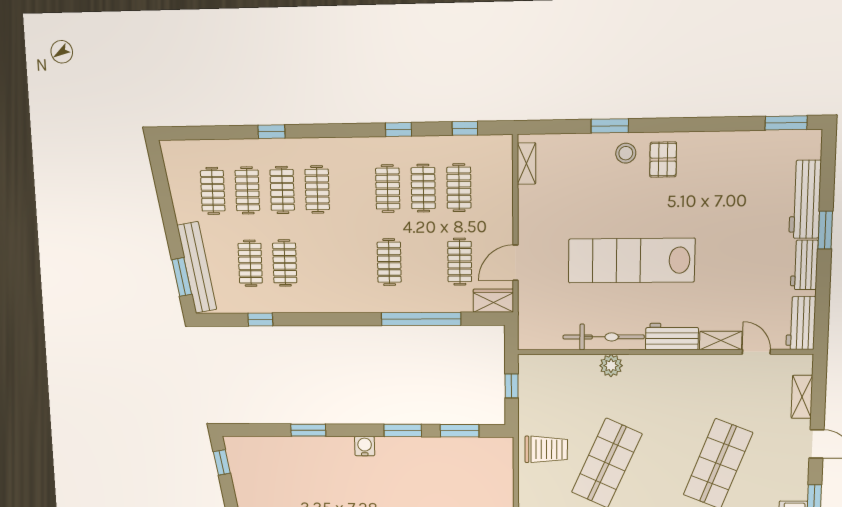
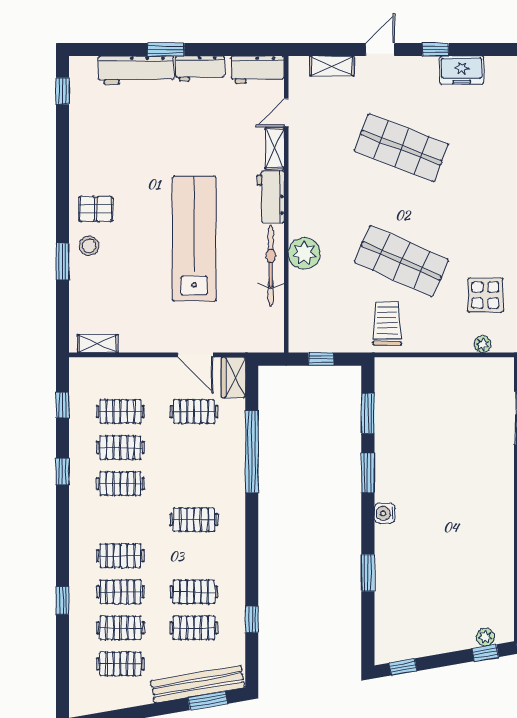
window: (786, 123) -> (63, 91), width x0.67
lab bench: (631, 261) -> (194, 239), turned 180
clothes rail: (389, 262) -> (194, 520), moved
plant: (611, 366) -> (304, 253), width x1.36, depth x1.36

